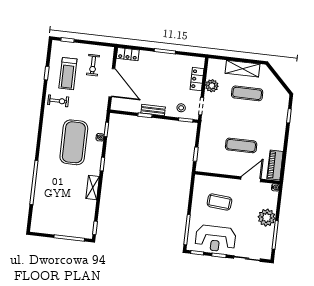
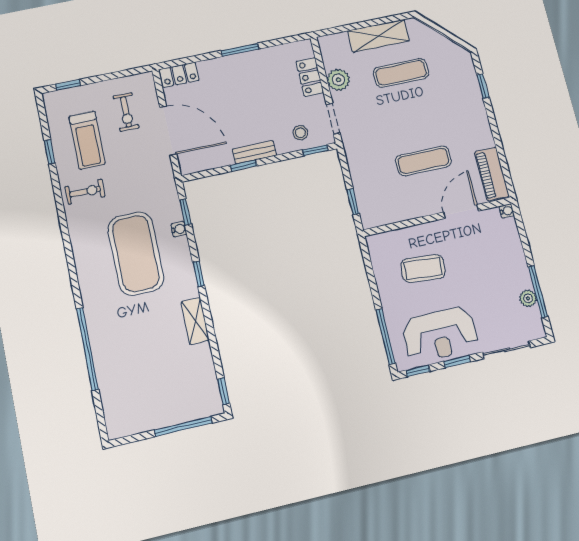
plant: (267, 218) -> (528, 298), moved, width x0.53, depth x0.53

